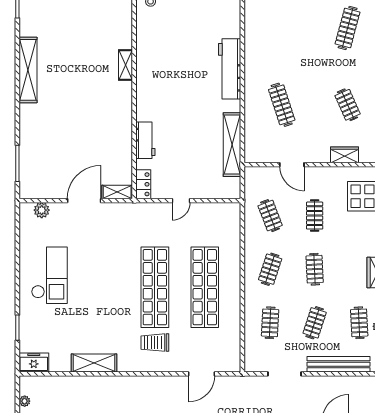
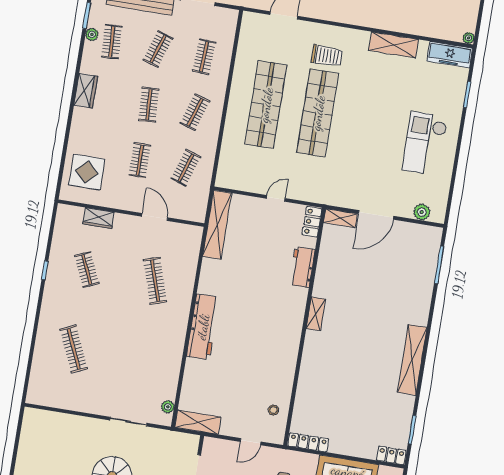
clothes rail: (348, 28) -> (74, 349), turned -39
shelving: (126, 65) -> (316, 314), moved
shelving: (232, 145) -> (217, 225), moved
clothes rail: (270, 216) -> (186, 168), turned 39
freezer: (34, 362) -> (450, 55), width x1.40
plant: (25, 401) -> (469, 38), moved

